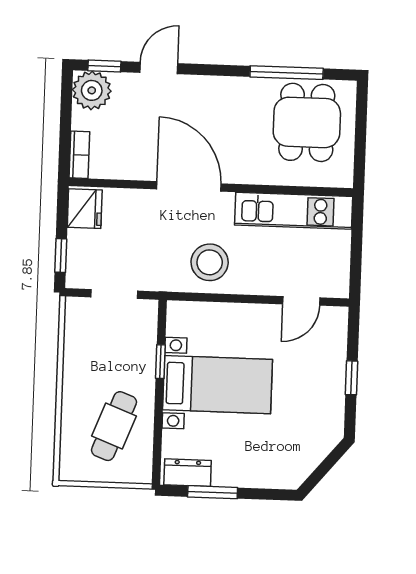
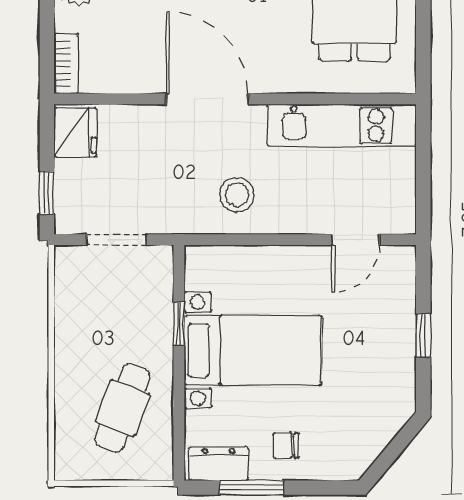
stool: (210, 262) -> (237, 195), width x0.73, depth x0.73
chair: (241, 460) -> (286, 445), added

